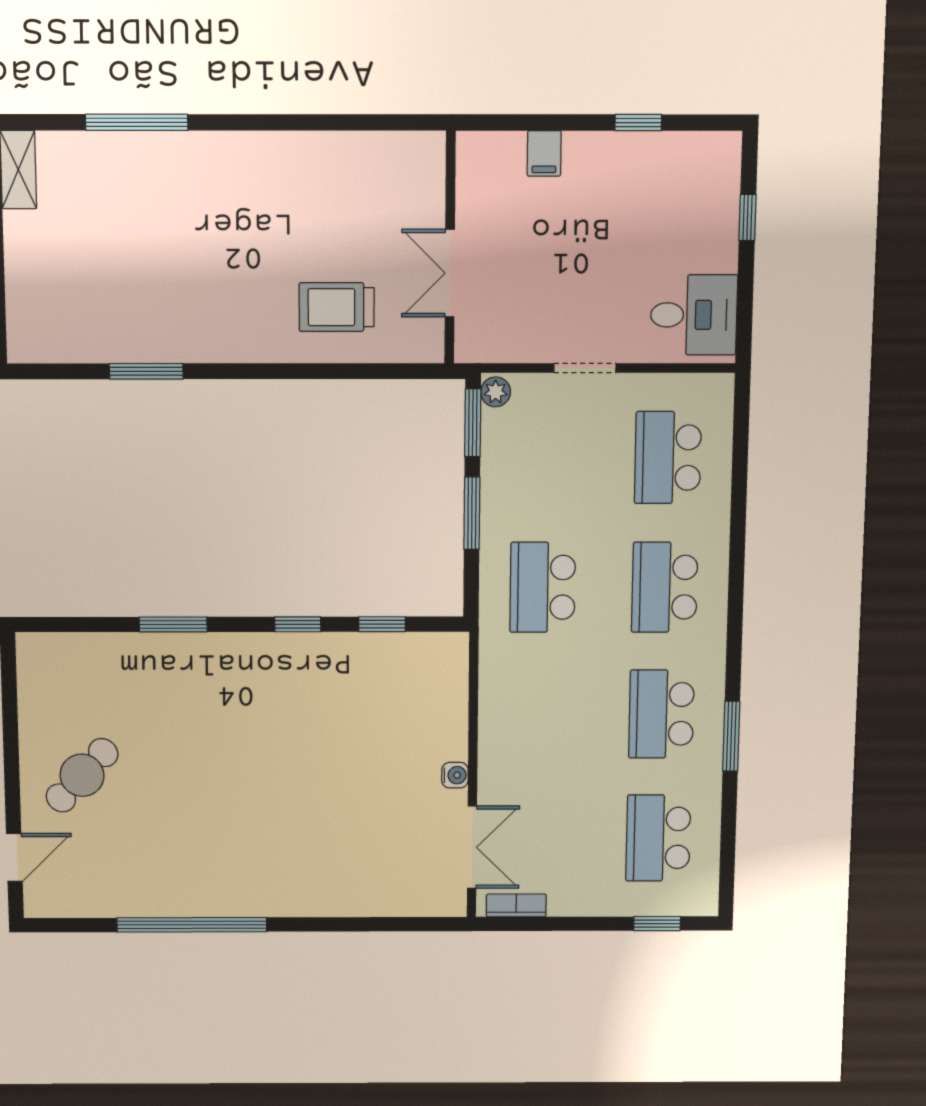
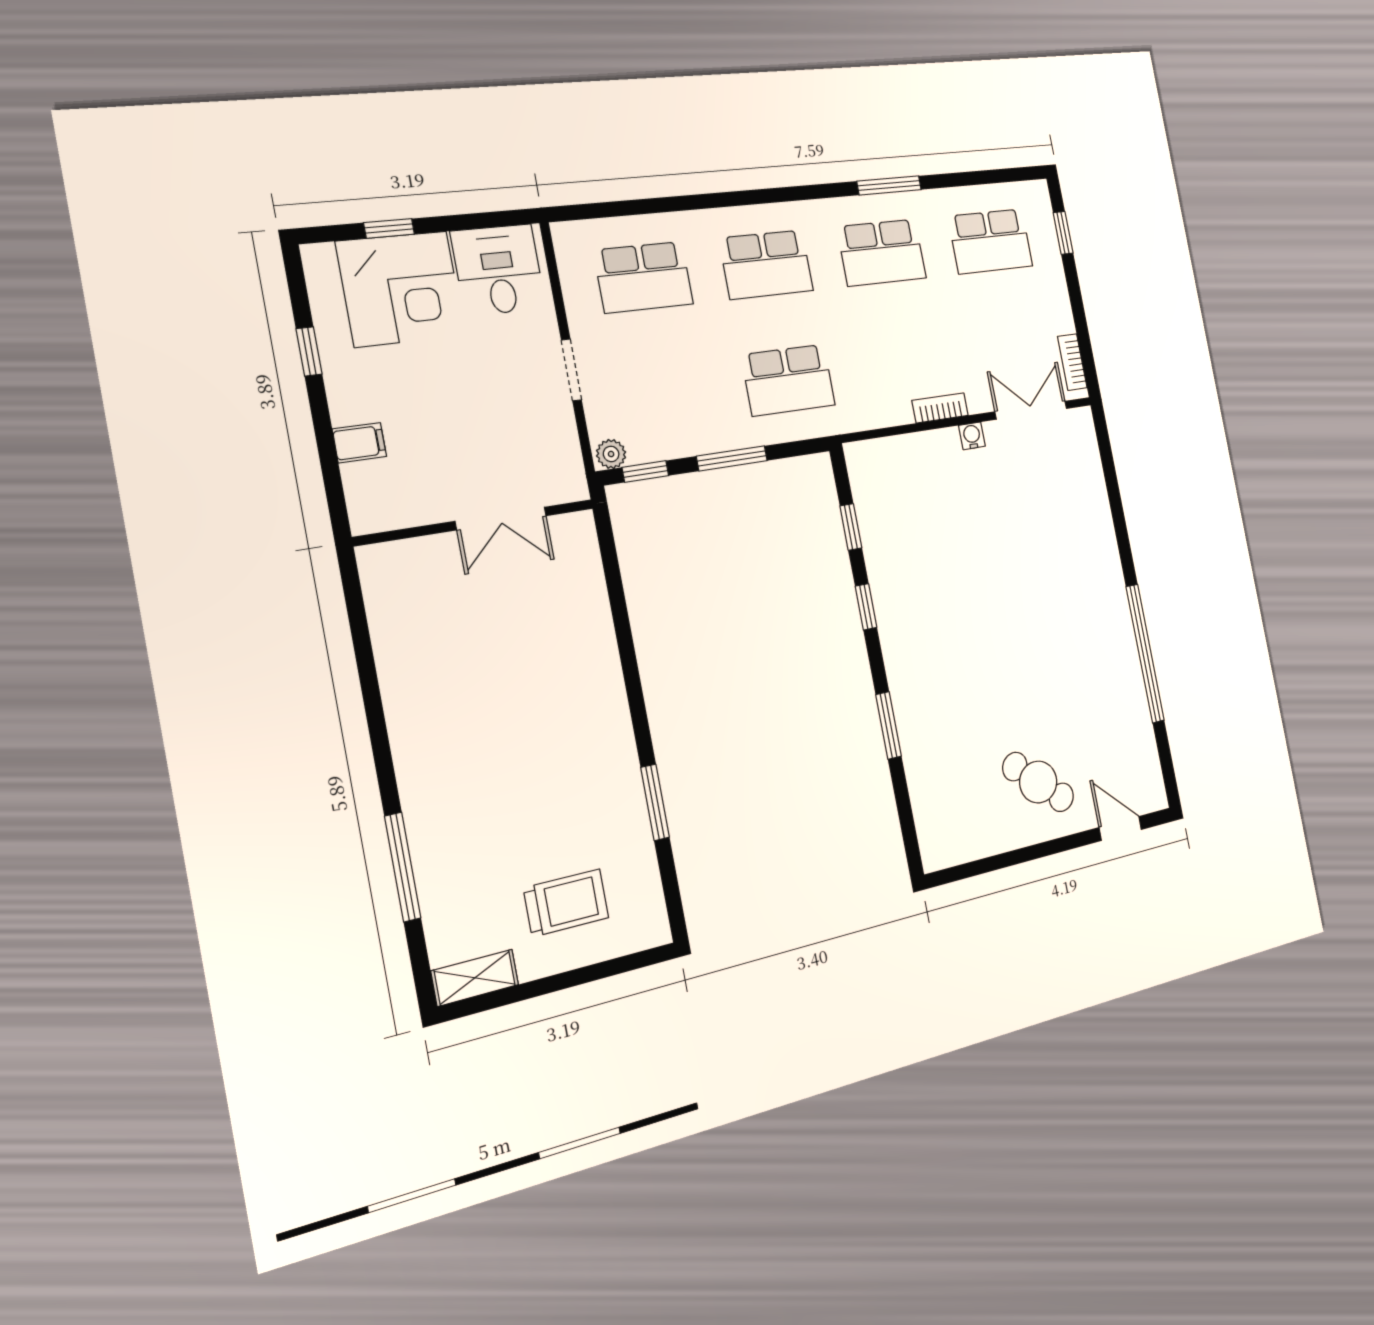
corner desk: (687, 218) -> (401, 289), added
trolley: (337, 307) -> (566, 903), moved, turned -90
window: (473, 423) -> (645, 472), width x0.67
bookcase: (490, 746) -> (940, 408), added

